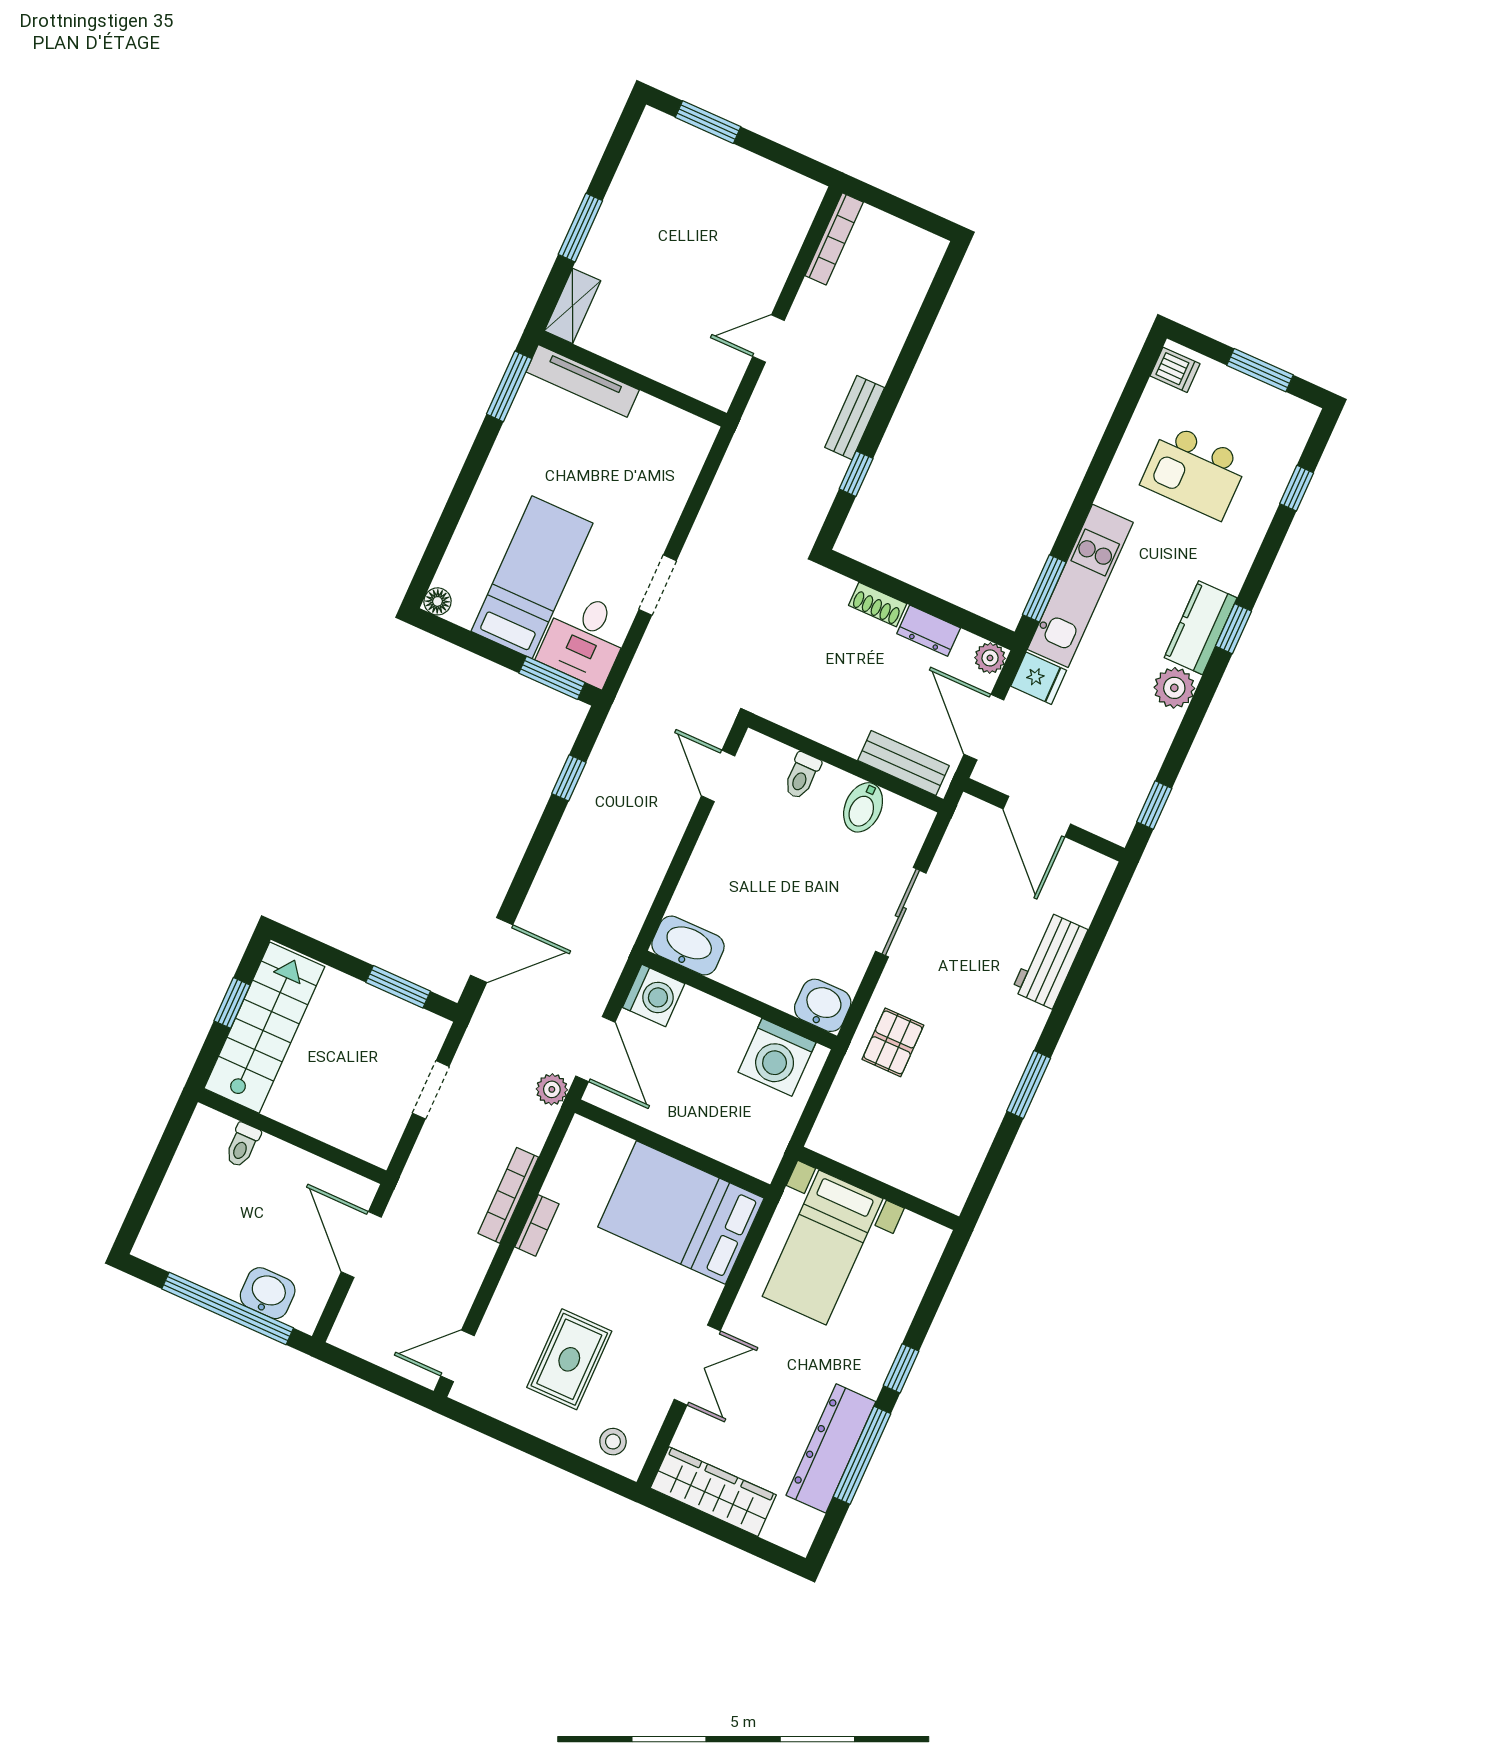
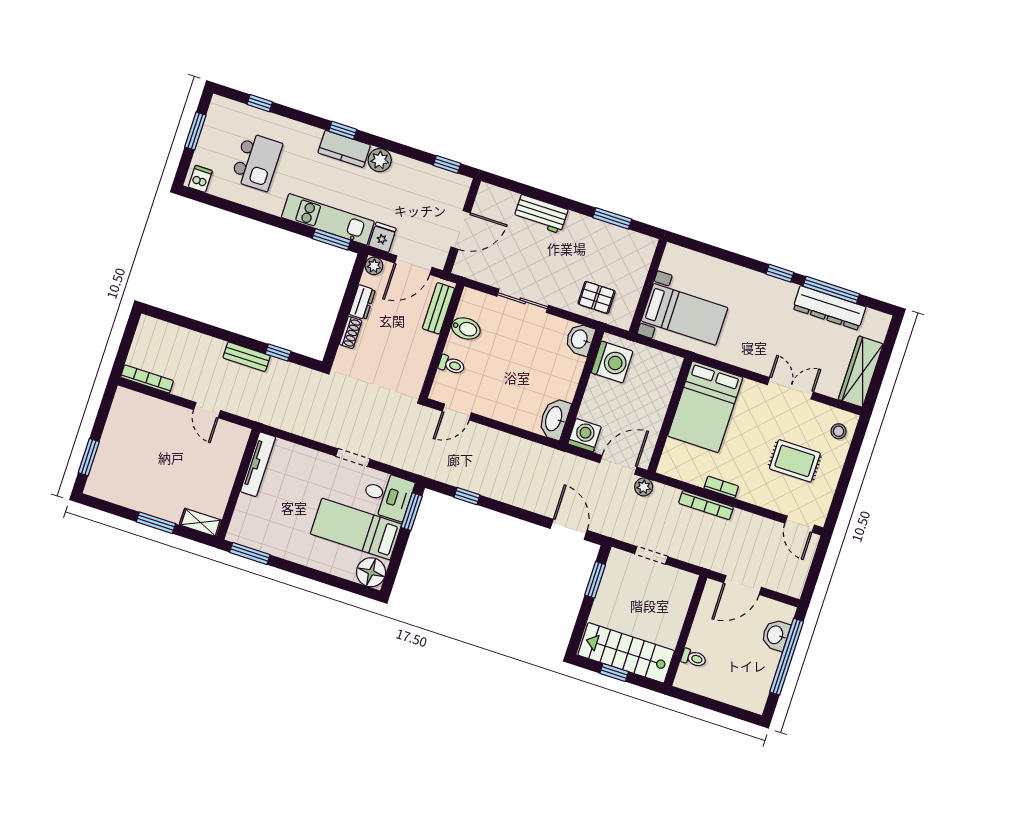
tv unit: (583, 381) -> (258, 464), moved
floor lamp: (438, 601) -> (371, 572), width x1.89, depth x1.89
wall: (878, 1188) -> (648, 286), moved
bed with nightstands: (823, 1247) -> (684, 314), moved

